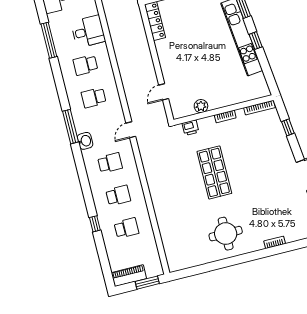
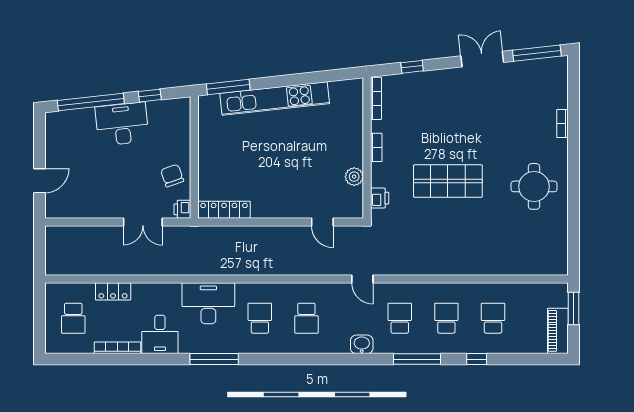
desk: (88, 31) -> (208, 303), width x1.37
window: (256, 41) -> (284, 81), removed
school desk: (85, 65) -> (260, 318), turned 180
window: (70, 127) -> (417, 359), moved

